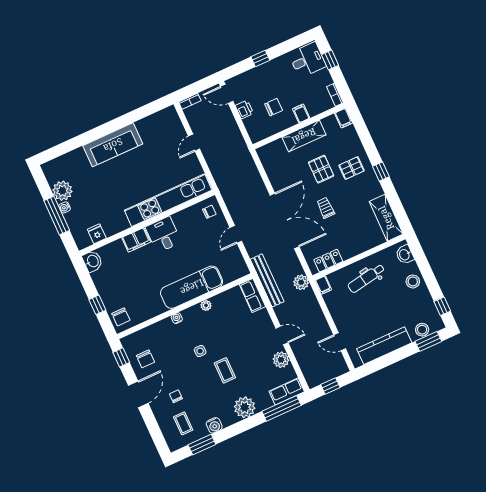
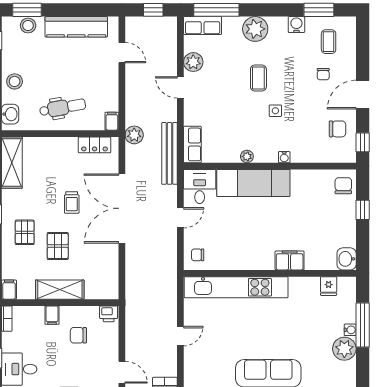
printer: (244, 109) -> (109, 314), moved, turned -90
pallet: (352, 168) -> (25, 232), turned 90
desk: (163, 235) -> (200, 186), moved, turned 180
chair: (145, 359) -> (337, 129), turned 90

